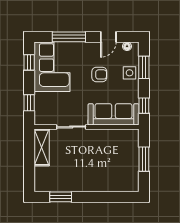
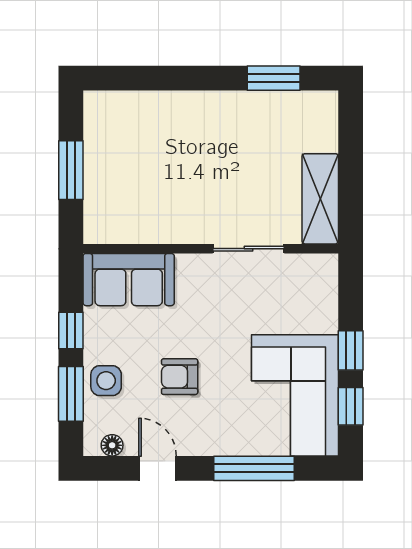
door: (108, 37) -> (158, 468), hinge flipped
window: (29, 103) -> (351, 350), moved
window: (144, 106) -> (71, 331), moved
sofa: (114, 114) -> (129, 280), width x0.73

